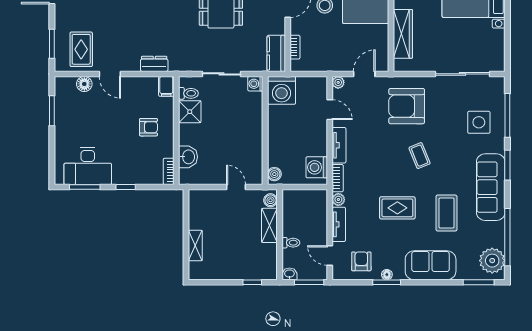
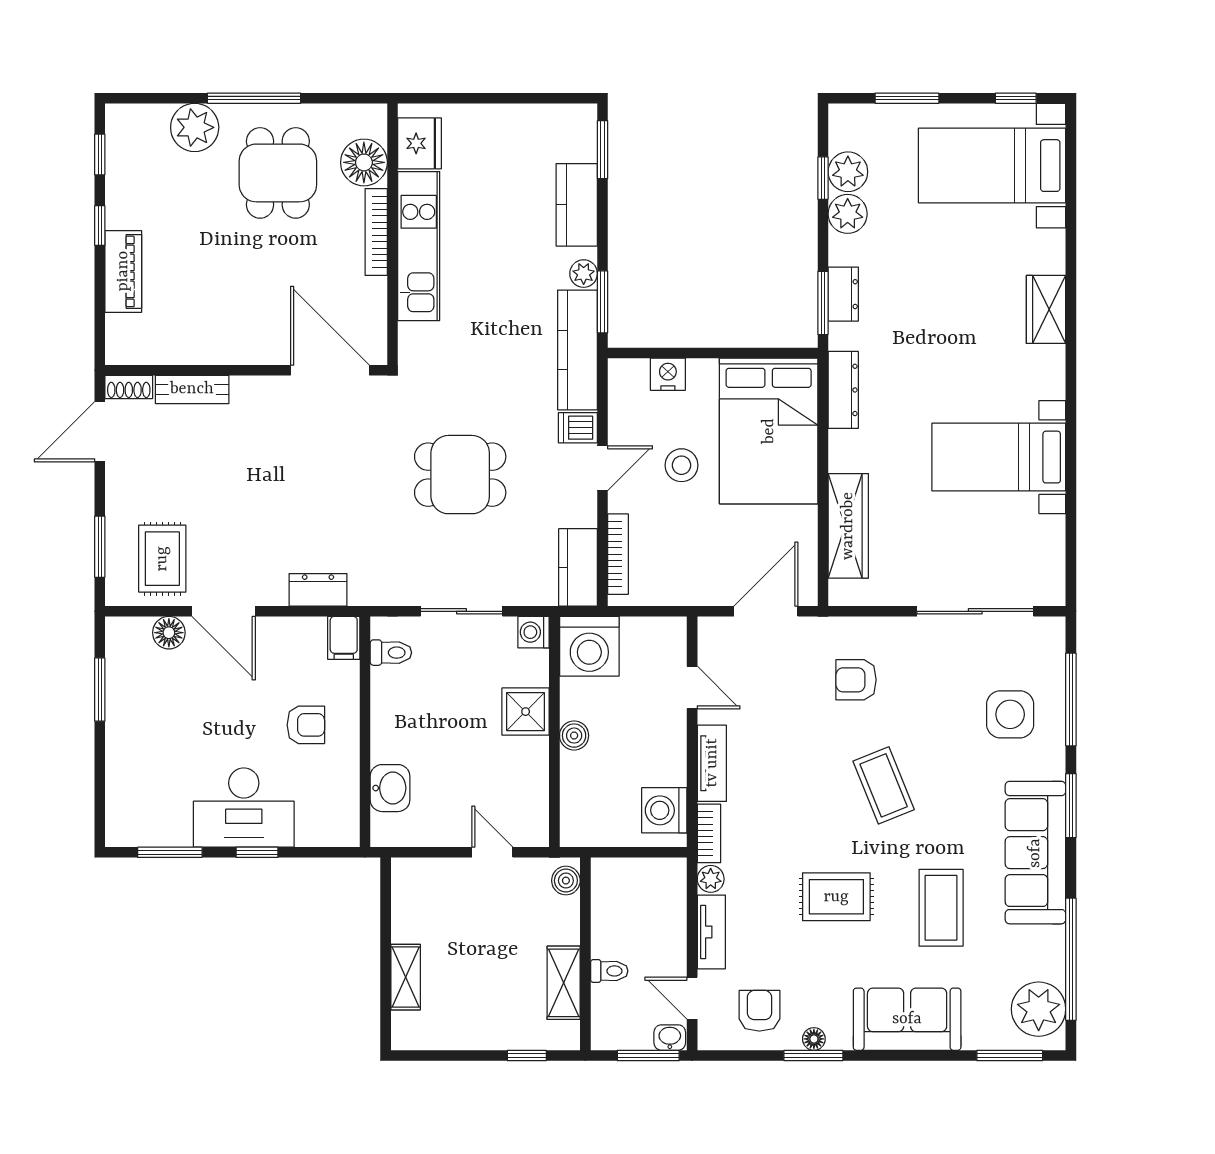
bookcase: (295, 47) -> (618, 554), width x1.56
door: (110, 74) -> (224, 611), width x1.38
door: (364, 74) -> (766, 611), width x1.38
plant: (338, 82) -> (710, 629), removed
armchair: (407, 106) -> (856, 680), width x0.53, depth x0.53
shower: (190, 112) -> (526, 712), moved
coffee table: (420, 156) -> (884, 785), width x1.36, depth x1.30
desk: (88, 166) -> (244, 808), moved
bookcase: (169, 171) -> (349, 819), removed
boiler: (274, 174) -> (574, 736), moved
shelving: (269, 225) -> (564, 983), moved
washbasin: (289, 274) -> (670, 1038), moved

